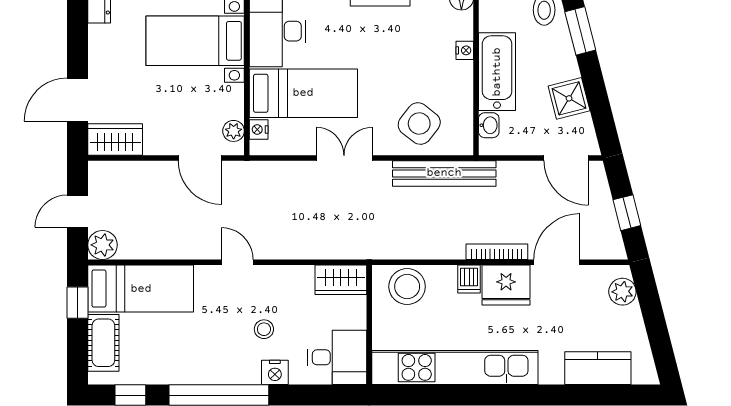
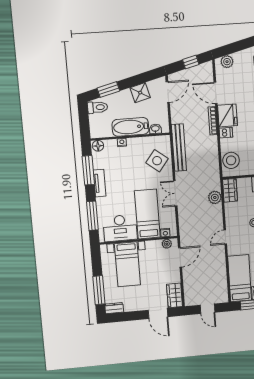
plant: (103, 245) -> (215, 197), moved

